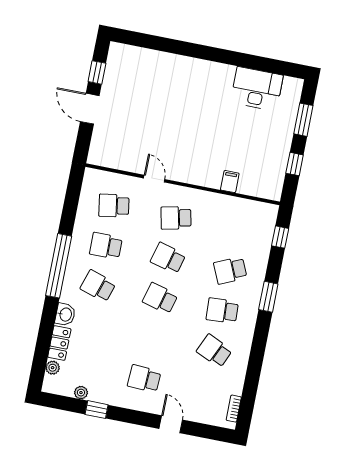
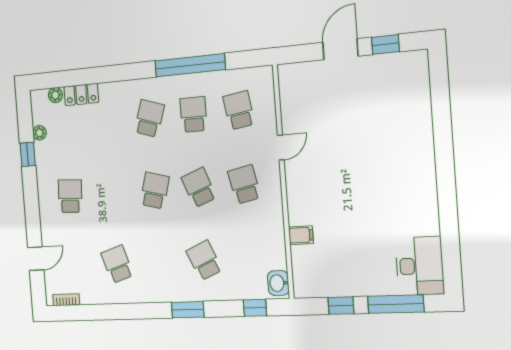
desk: (257, 89) -> (420, 266), moved
window: (303, 120) -> (396, 304), width x1.44
school desk: (168, 258) -> (199, 188), turned -36
window: (59, 266) -> (190, 65), moved
school desk: (222, 311) -> (160, 262), removed
washbasin: (65, 314) -> (278, 283), moved, turned 90
school desk: (214, 351) -> (117, 264), turned -42
door: (171, 424) -> (36, 259), moved

